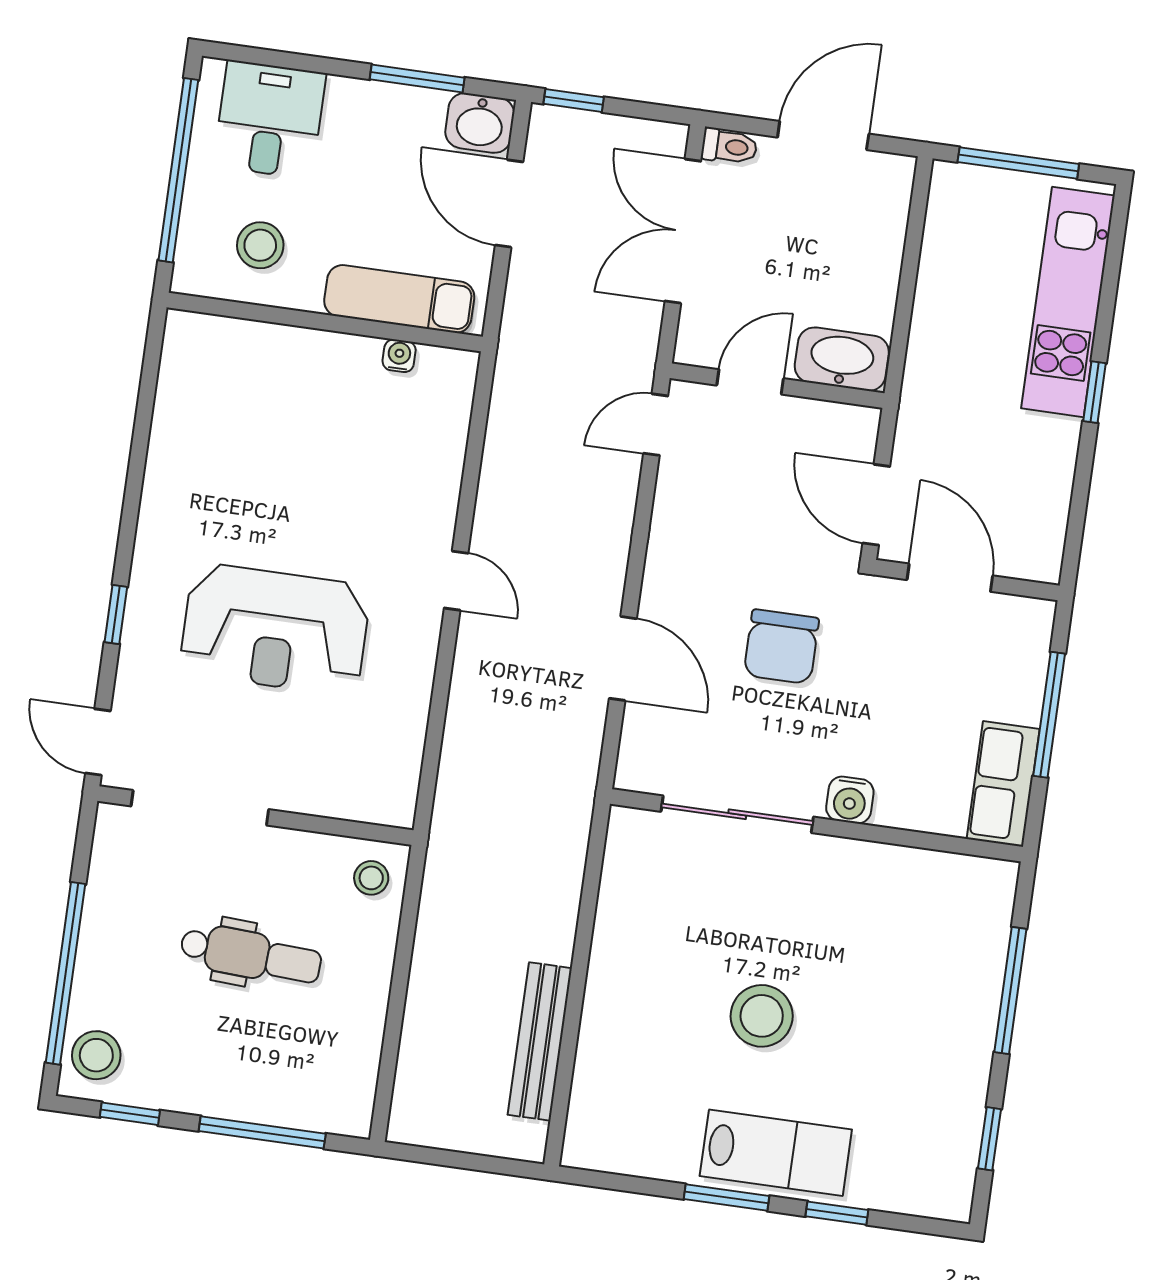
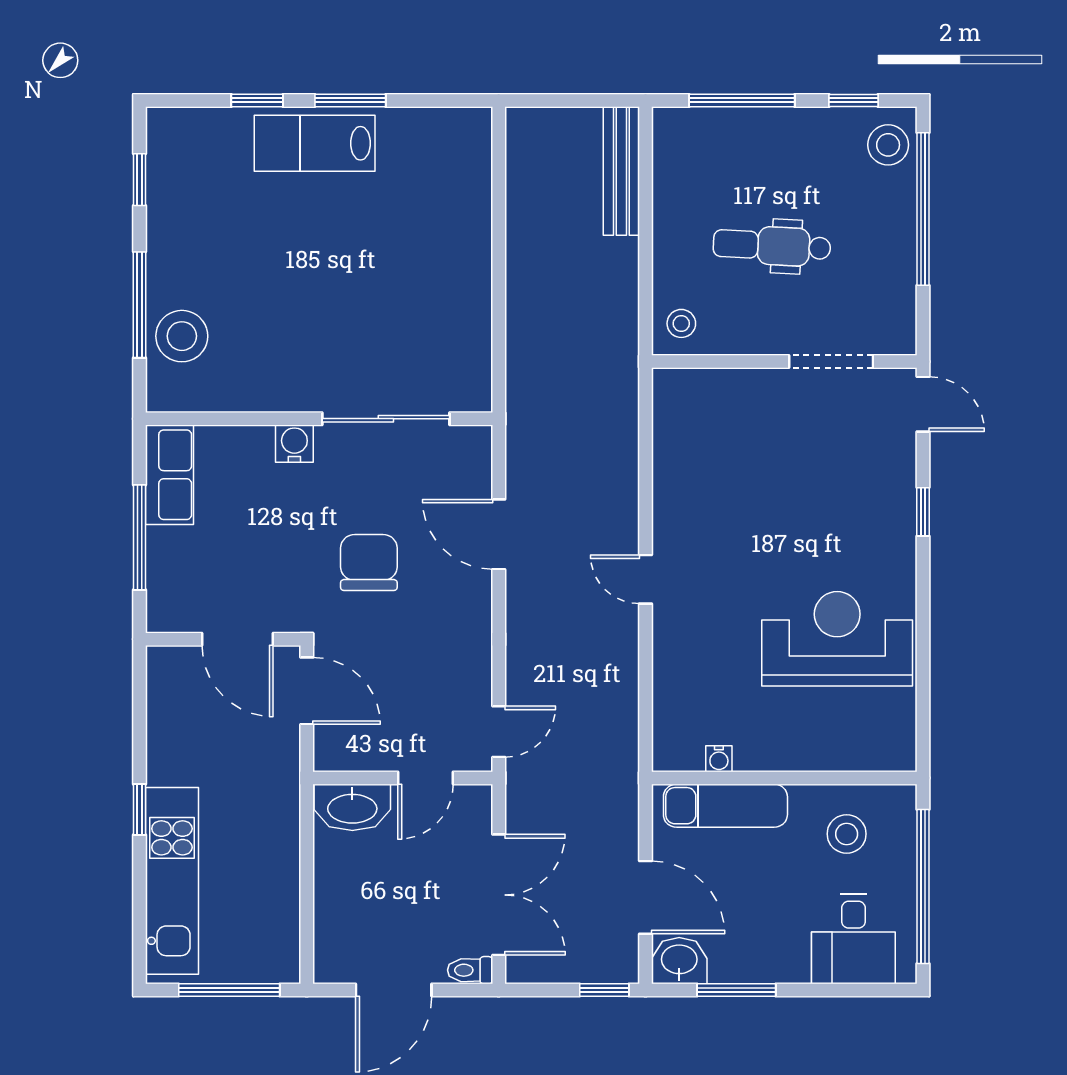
reception desk: (275, 629) -> (837, 639), moved
doorway: (200, 808) -> (831, 362), width x0.73
stool: (762, 1016) -> (182, 336), moved
bench: (540, 1041) -> (621, 171), moved

